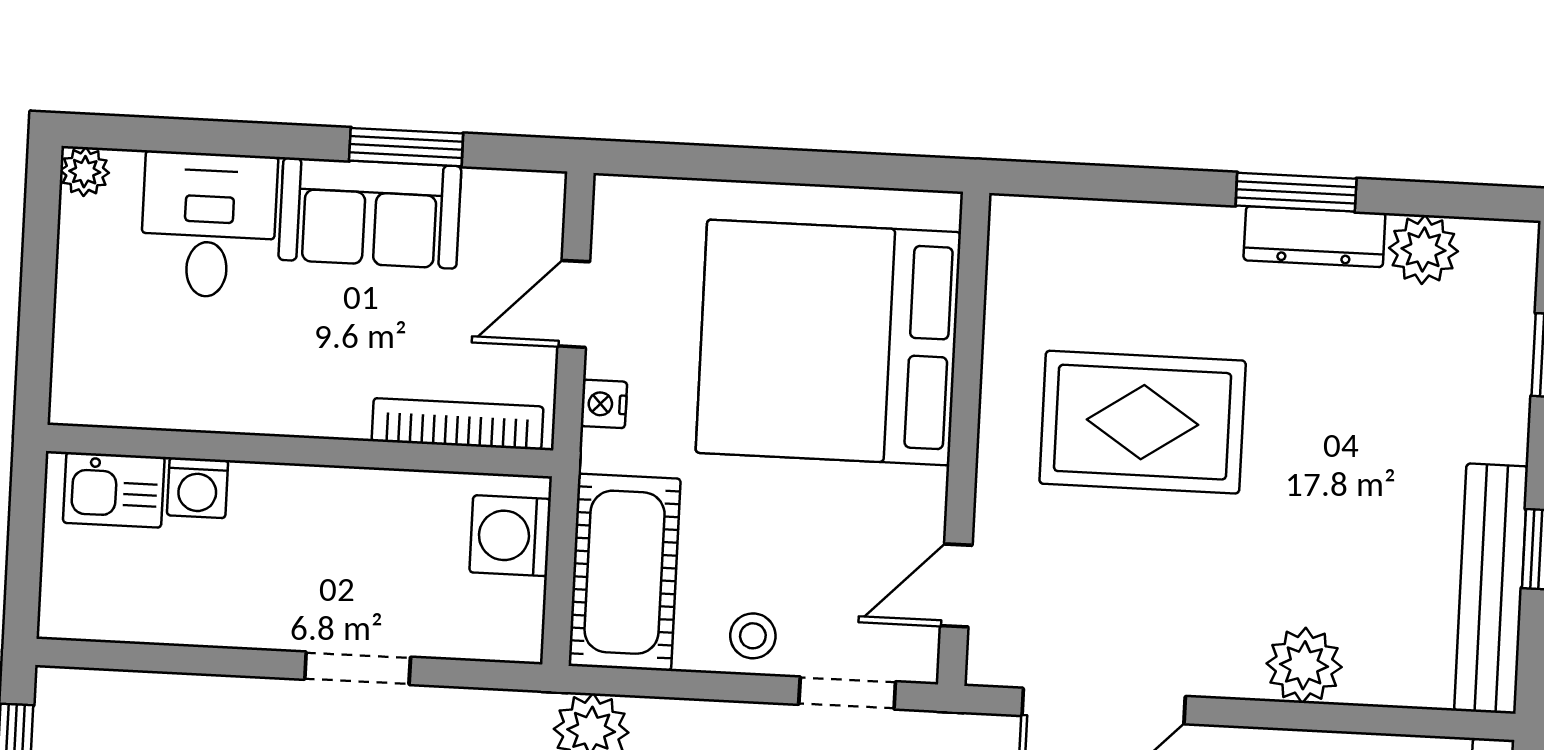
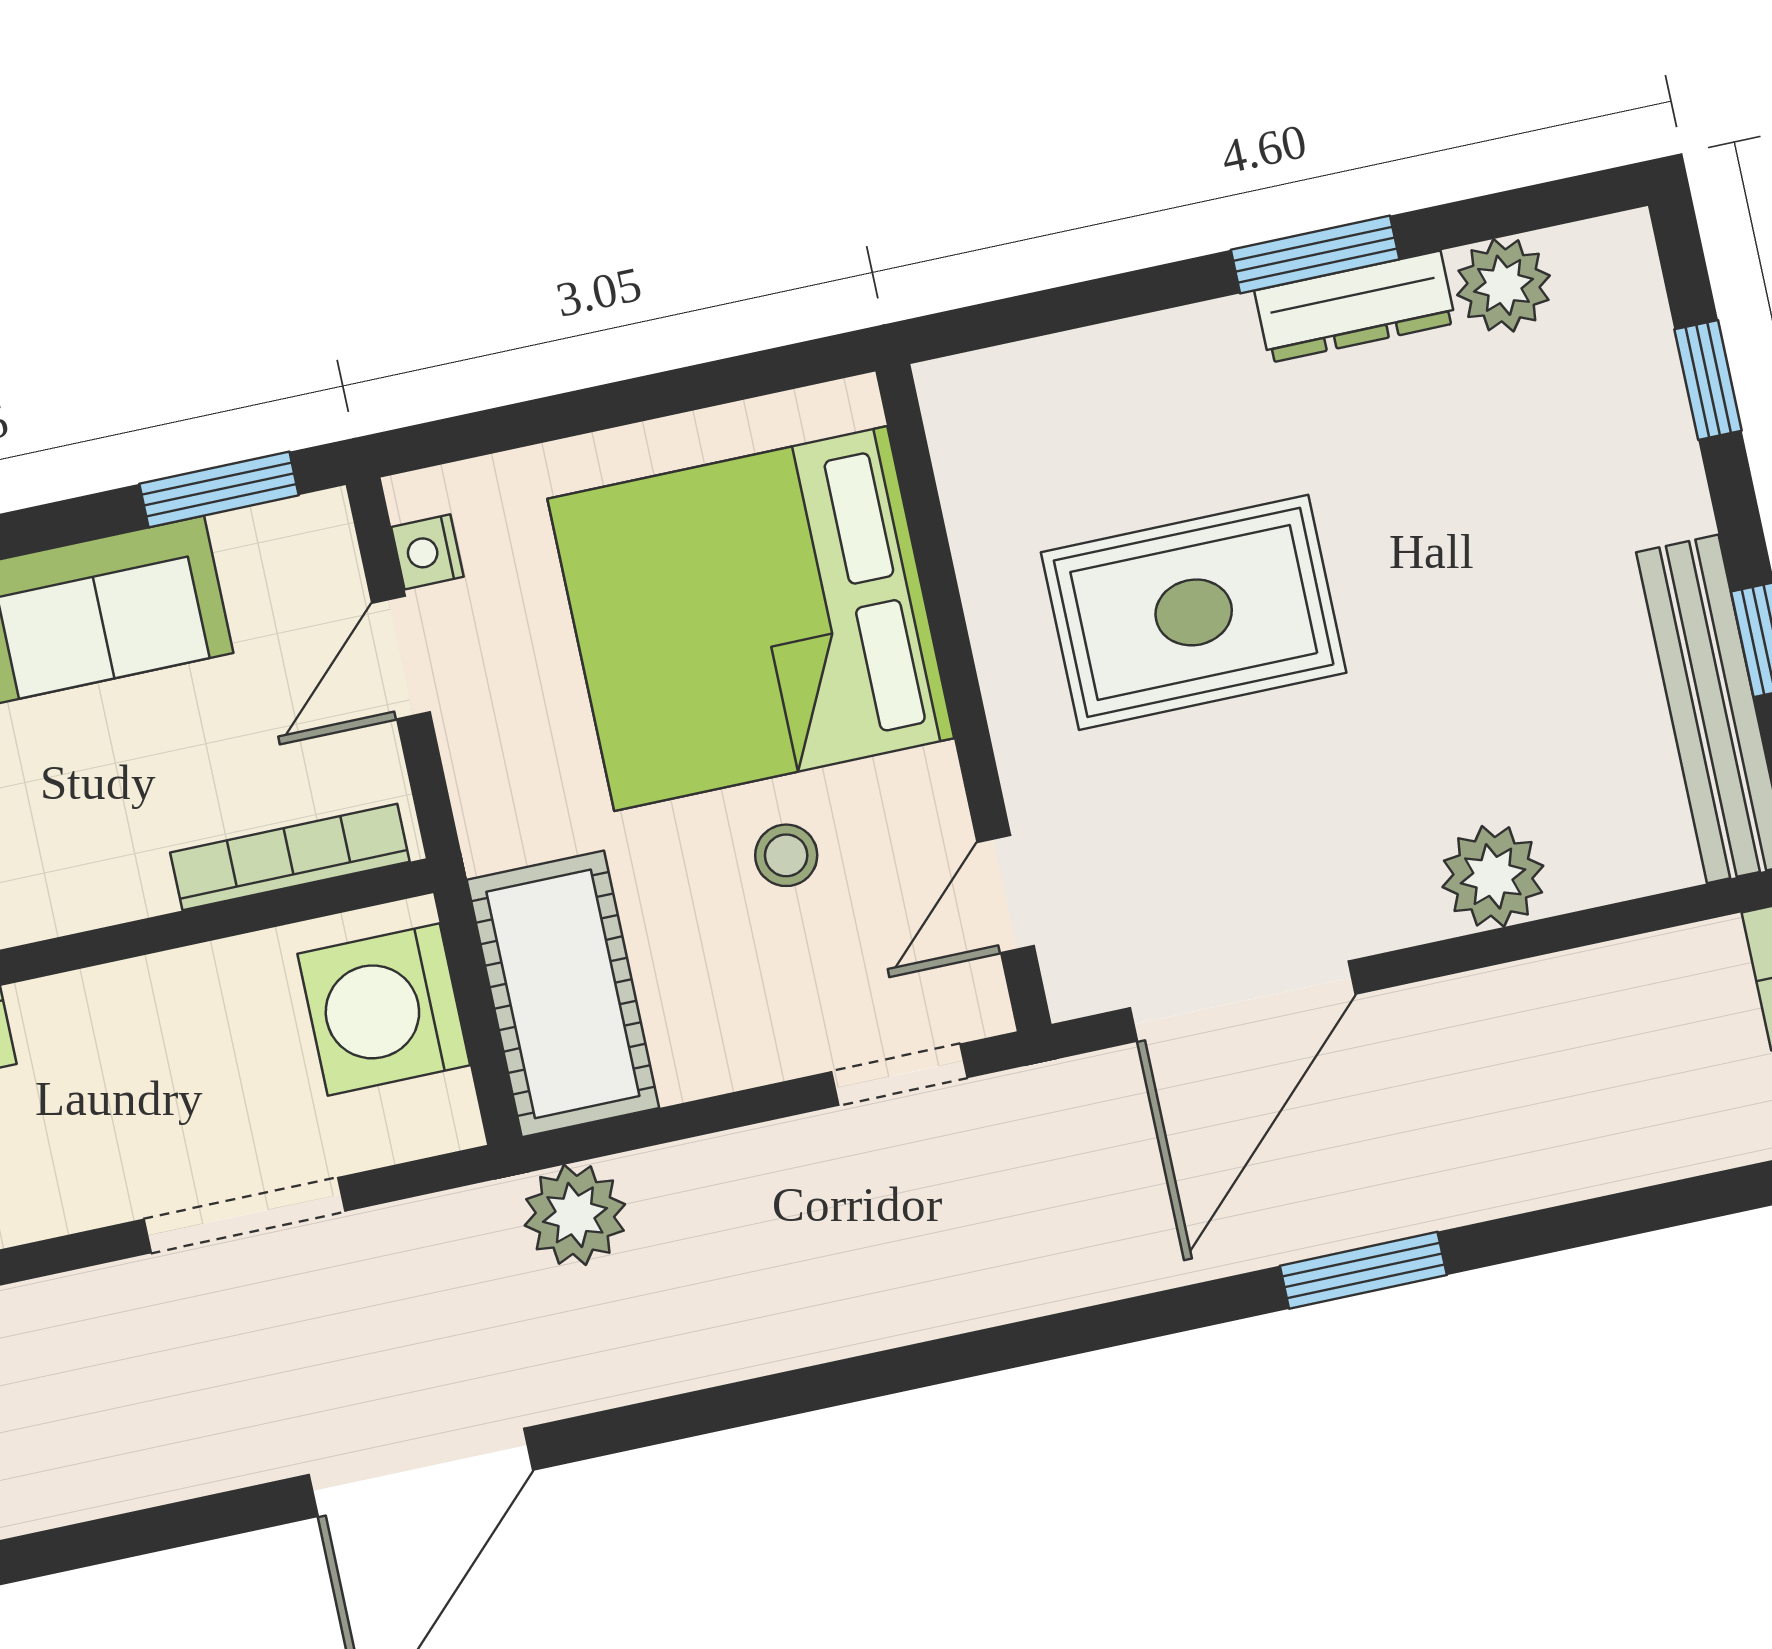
window: (406, 147) -> (219, 490), moved
nightstand: (604, 404) -> (427, 552), moved
washing machine: (510, 536) -> (384, 1010), width x1.37, depth x1.37
stool: (753, 636) -> (786, 855), moved
doorway: (358, 668) -> (244, 1215), width x1.38

